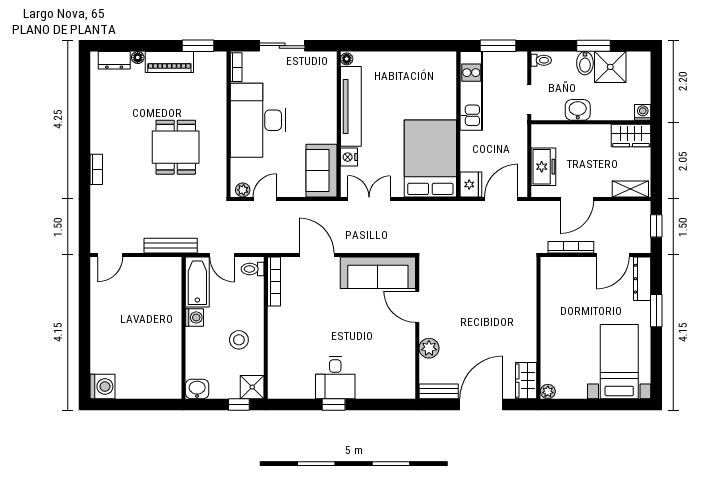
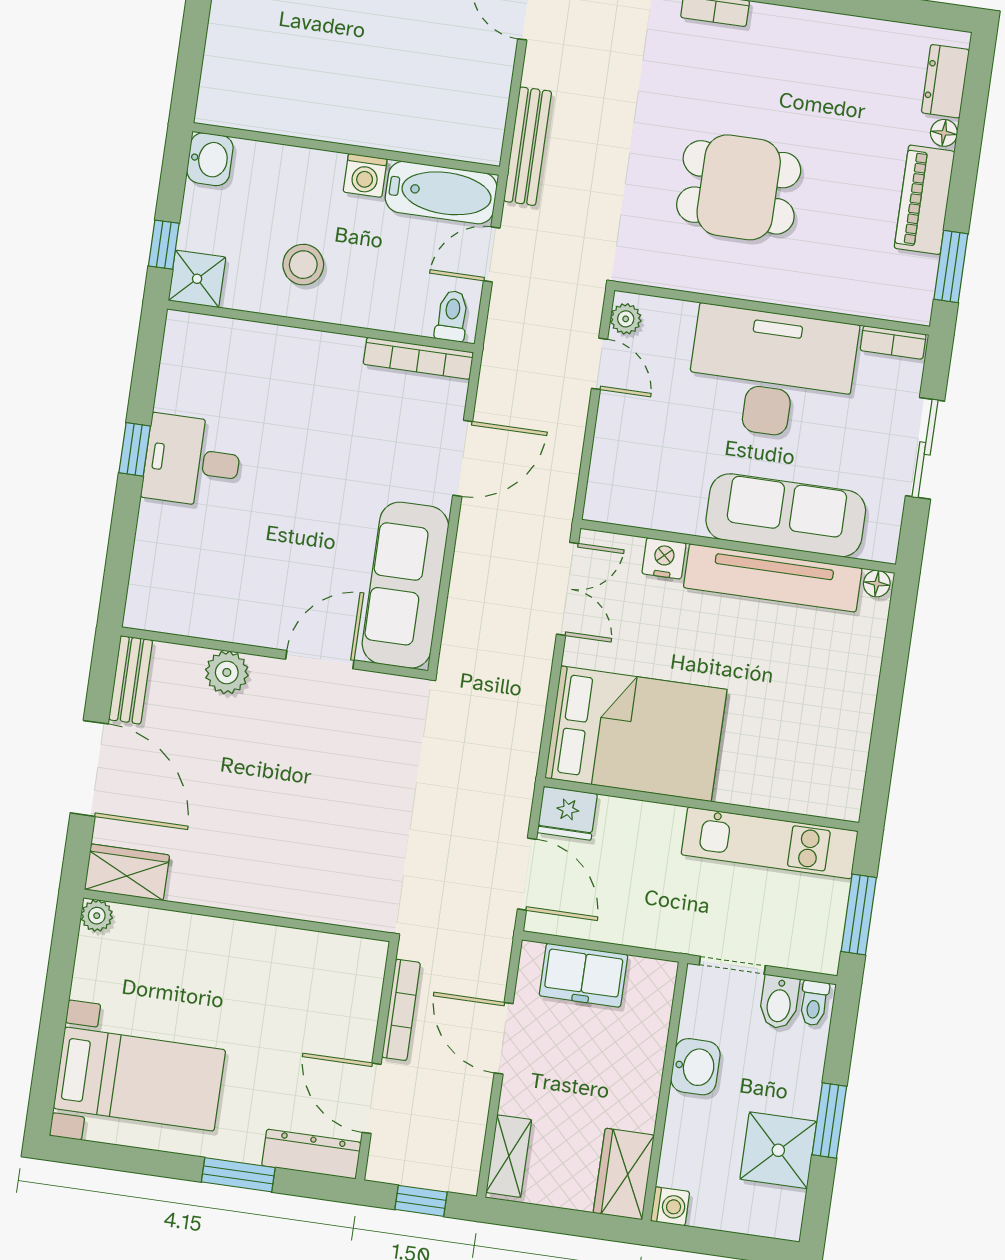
bidet: (585, 63) -> (779, 1002), moved, turned -90
sofa: (322, 171) -> (786, 515), moved, width x1.36

